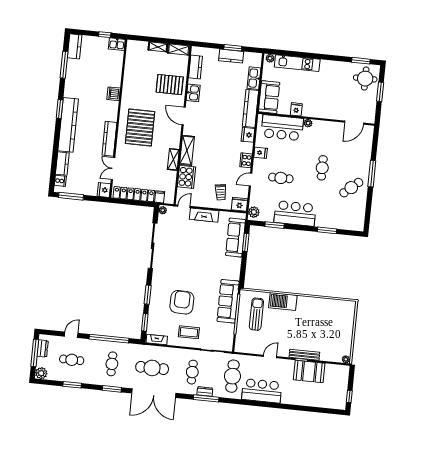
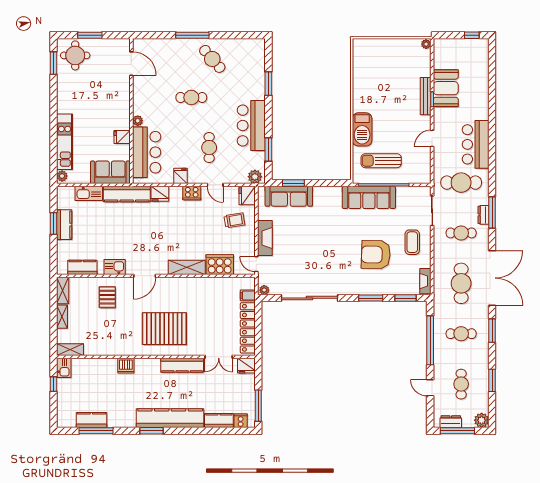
kitchen counter: (75, 46) -> (91, 420), moved
pallet: (170, 85) -> (107, 297), width x0.67, depth x0.71
shelving: (173, 159) -> (70, 350), moved
door: (270, 357) -> (432, 138), hinge flipped

